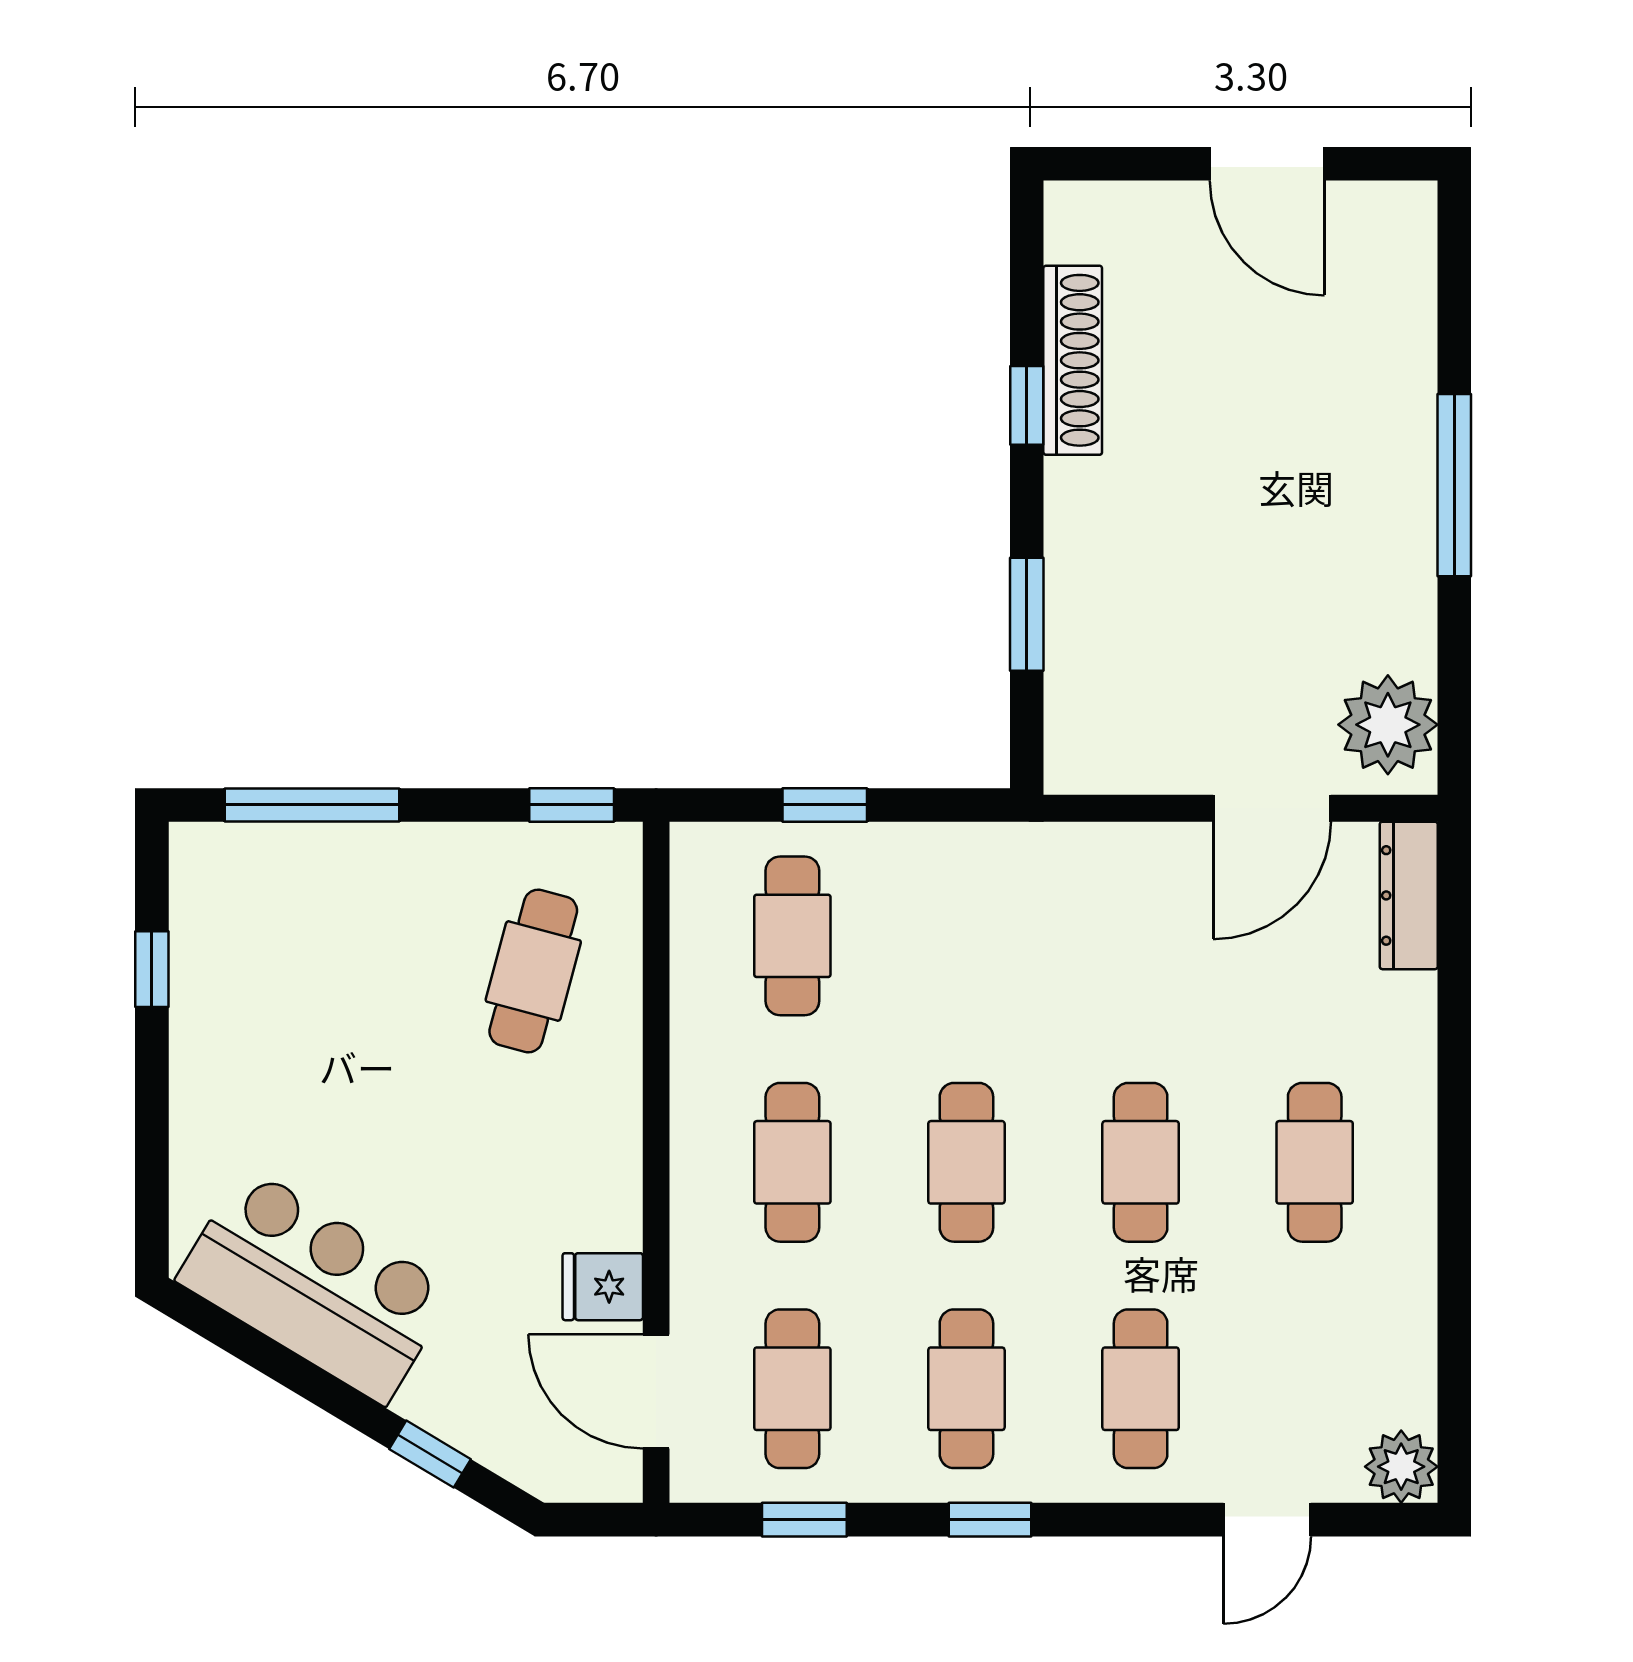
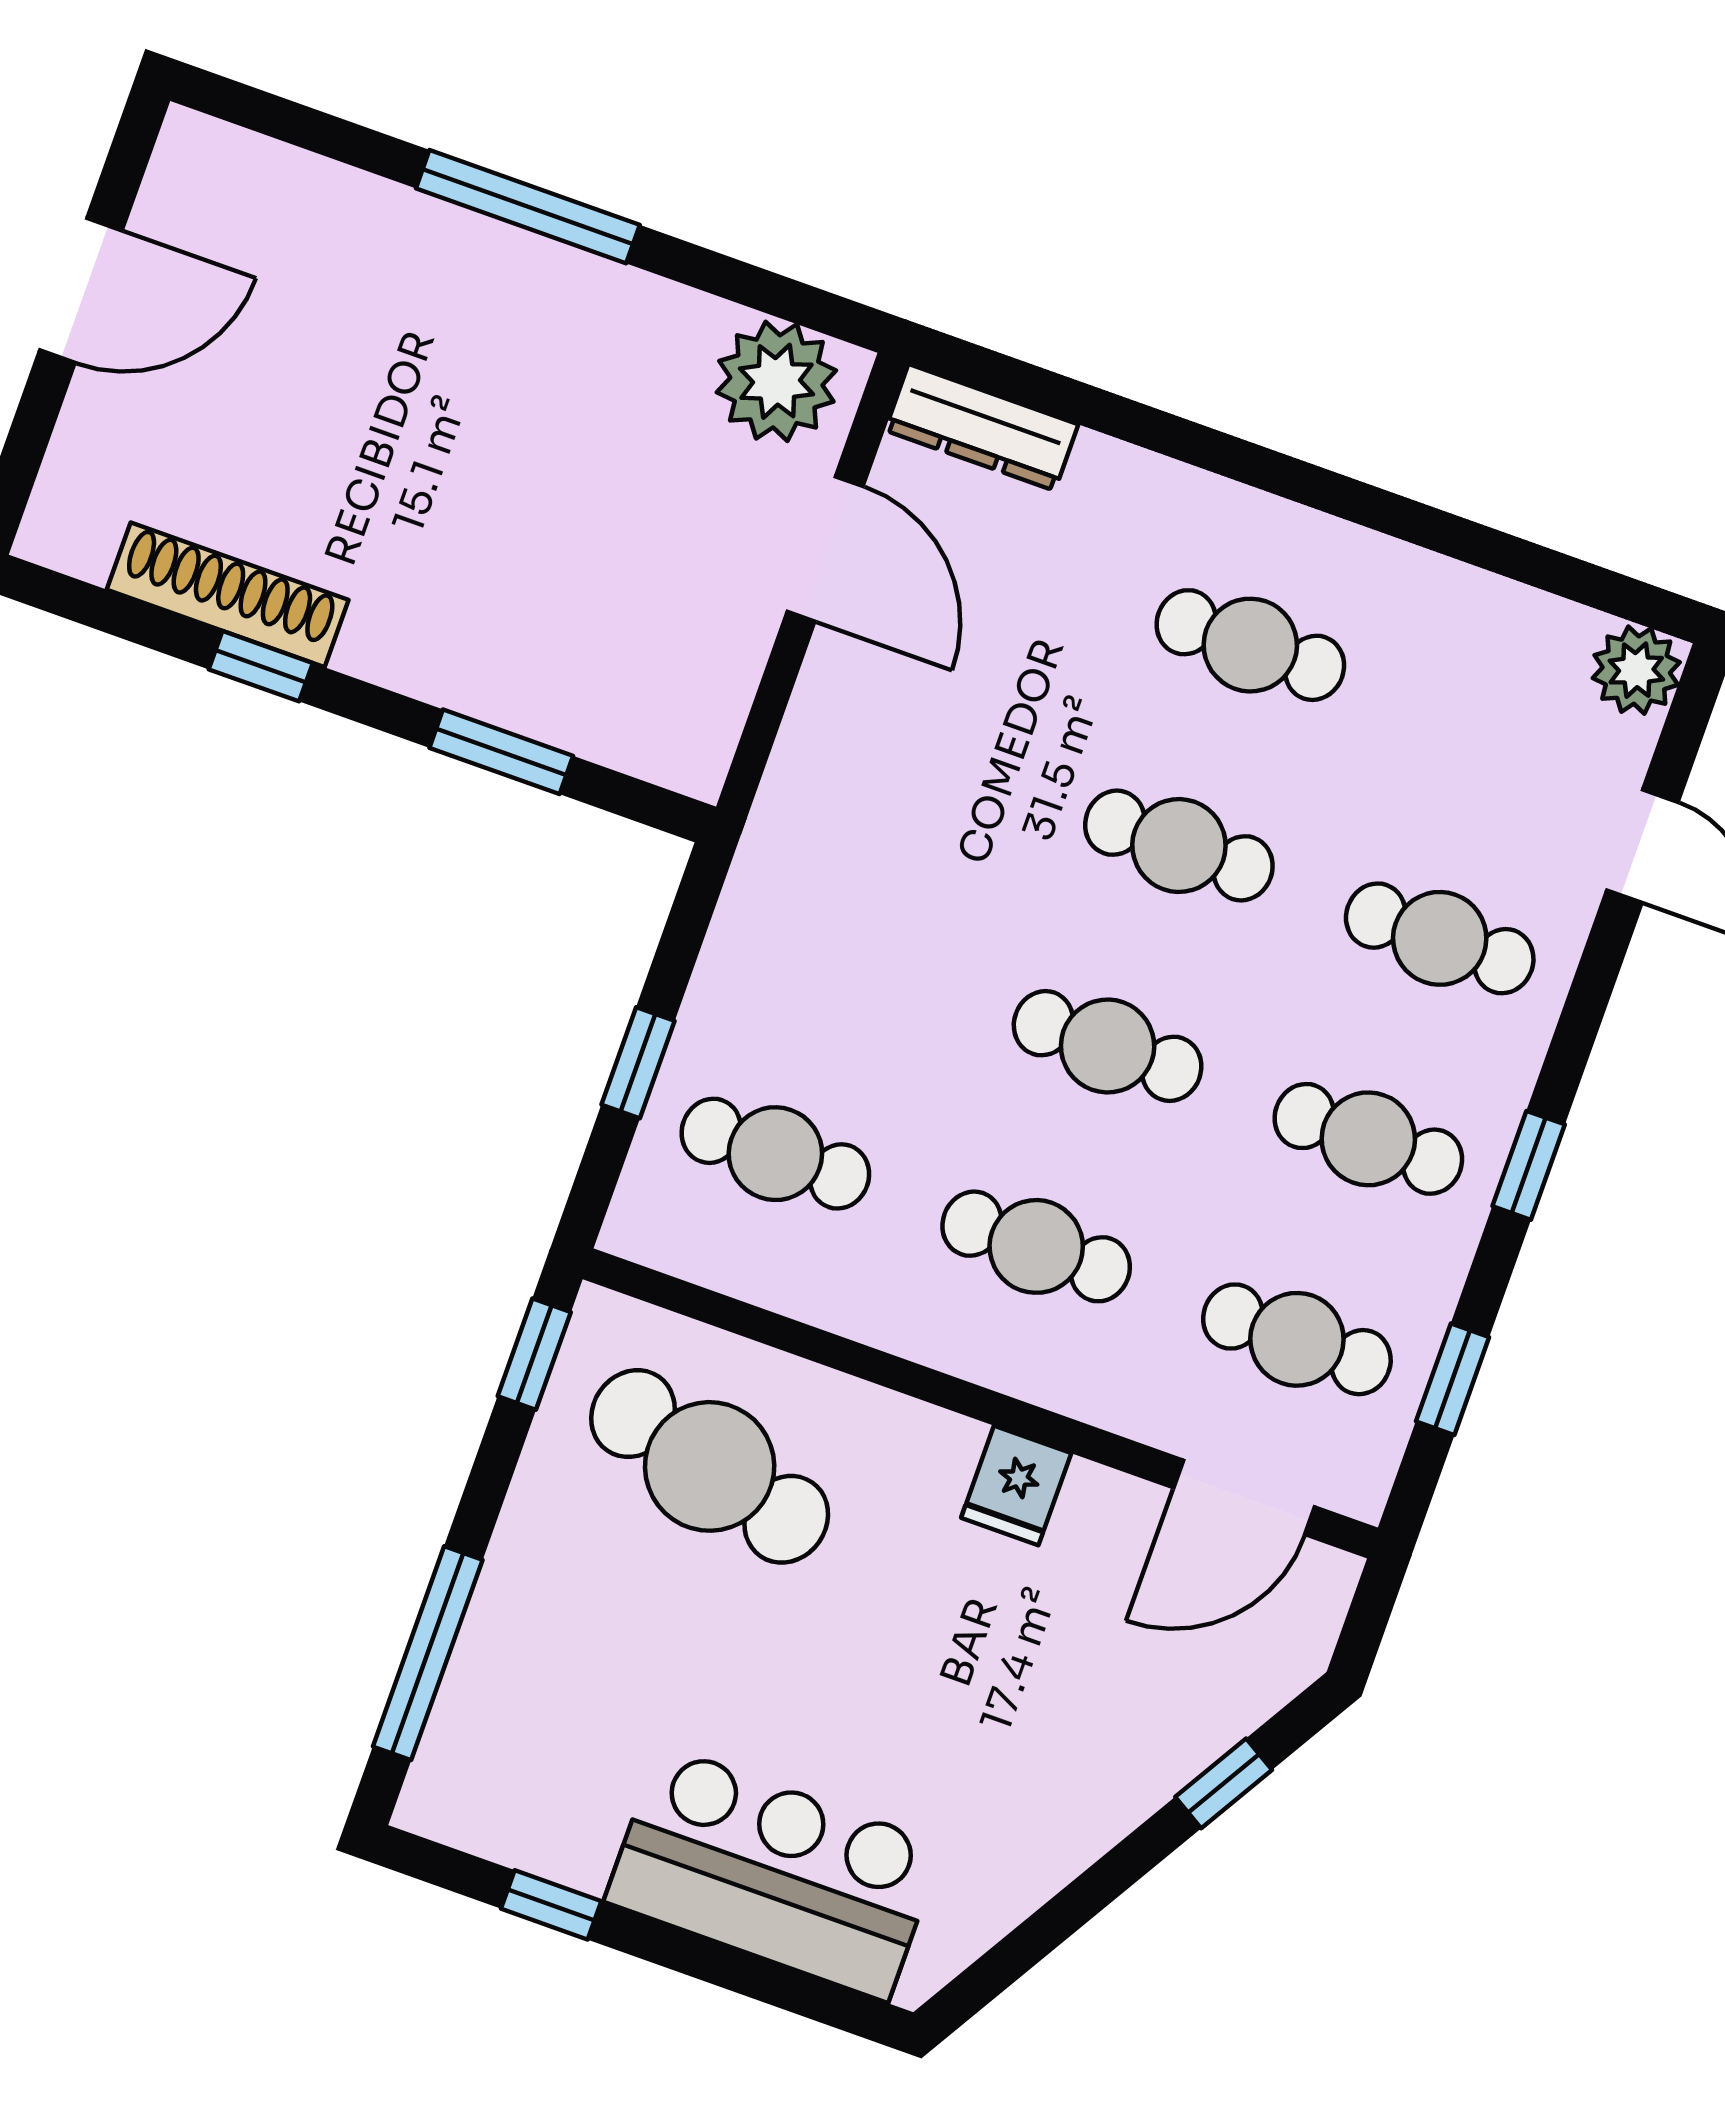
cafe table: (533, 971) -> (710, 1466), width x1.37, depth x1.35
bar counter: (315, 1285) -> (774, 1873), moved, turned 59
fridge: (603, 1287) -> (1016, 1485), moved

